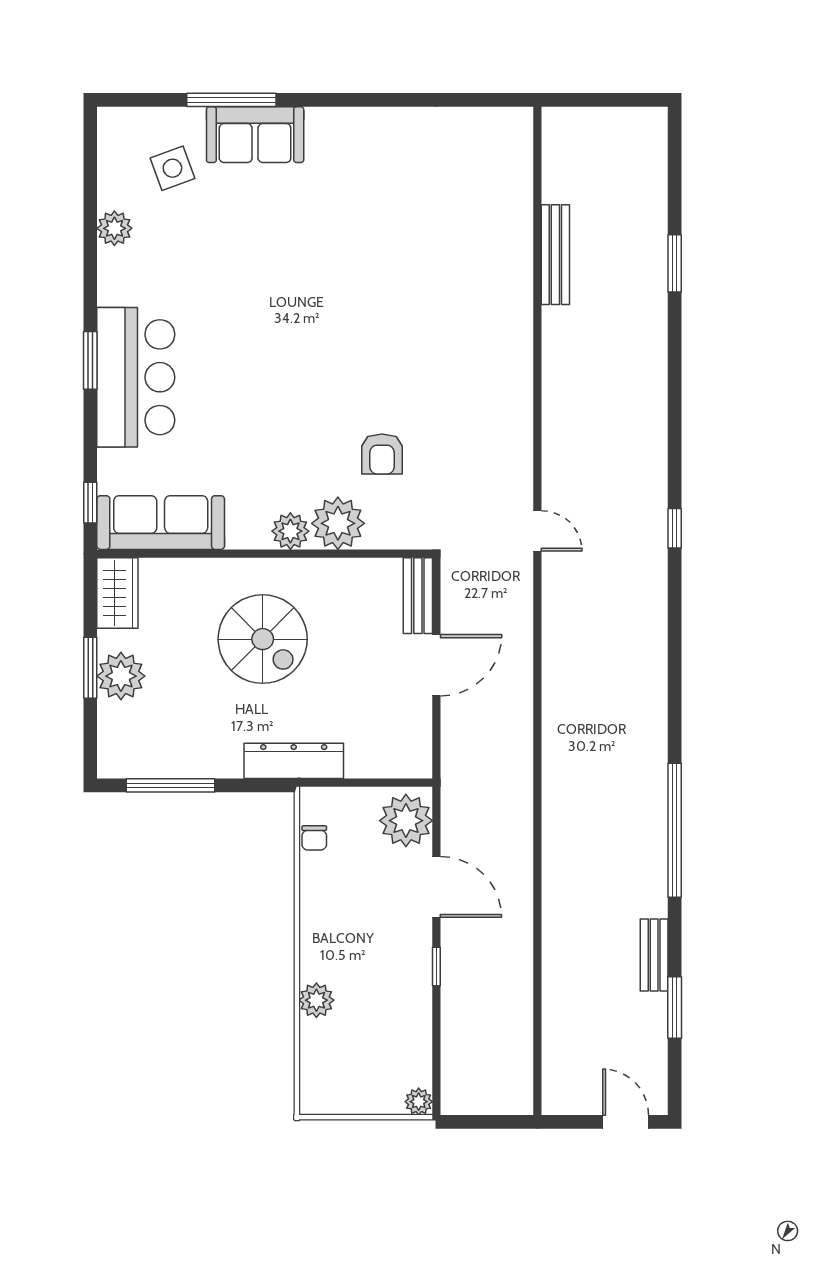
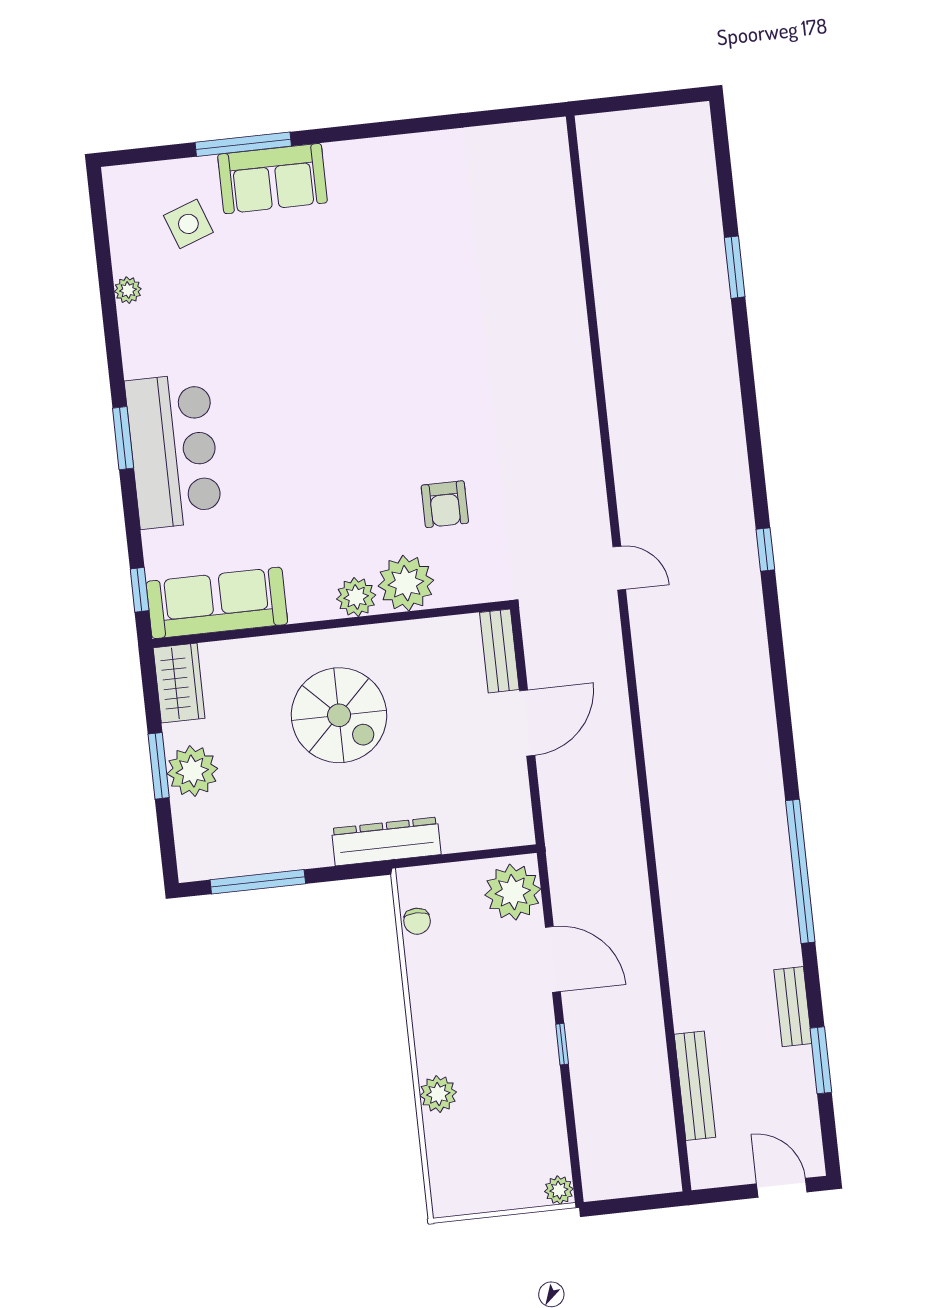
plant: (114, 228) -> (128, 290), width x0.73, depth x0.73
bench: (555, 255) -> (695, 1086), moved

